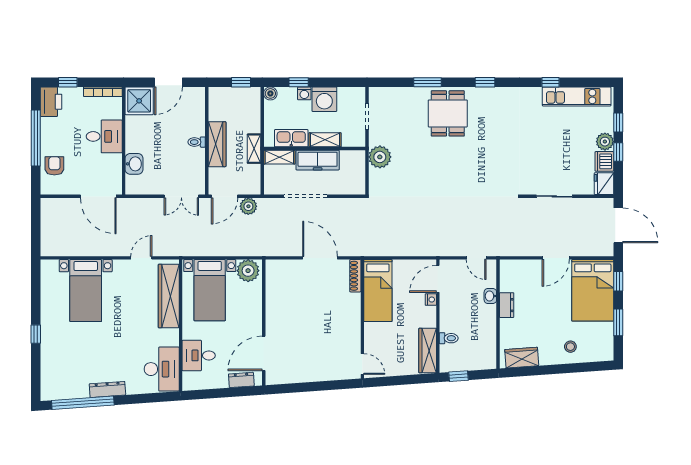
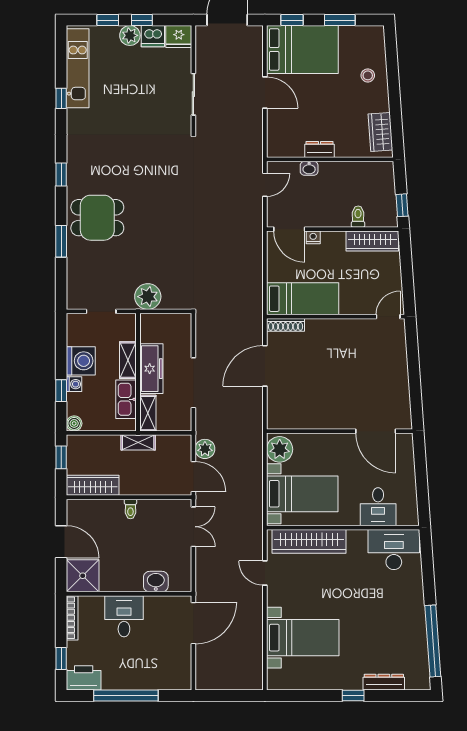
wardrobe: (217, 144) -> (93, 485), moved
armchair: (54, 166) -> (158, 674), removed
dresser: (241, 380) -> (406, 457), removed
dresser: (107, 389) -> (384, 682), moved, turned 94

